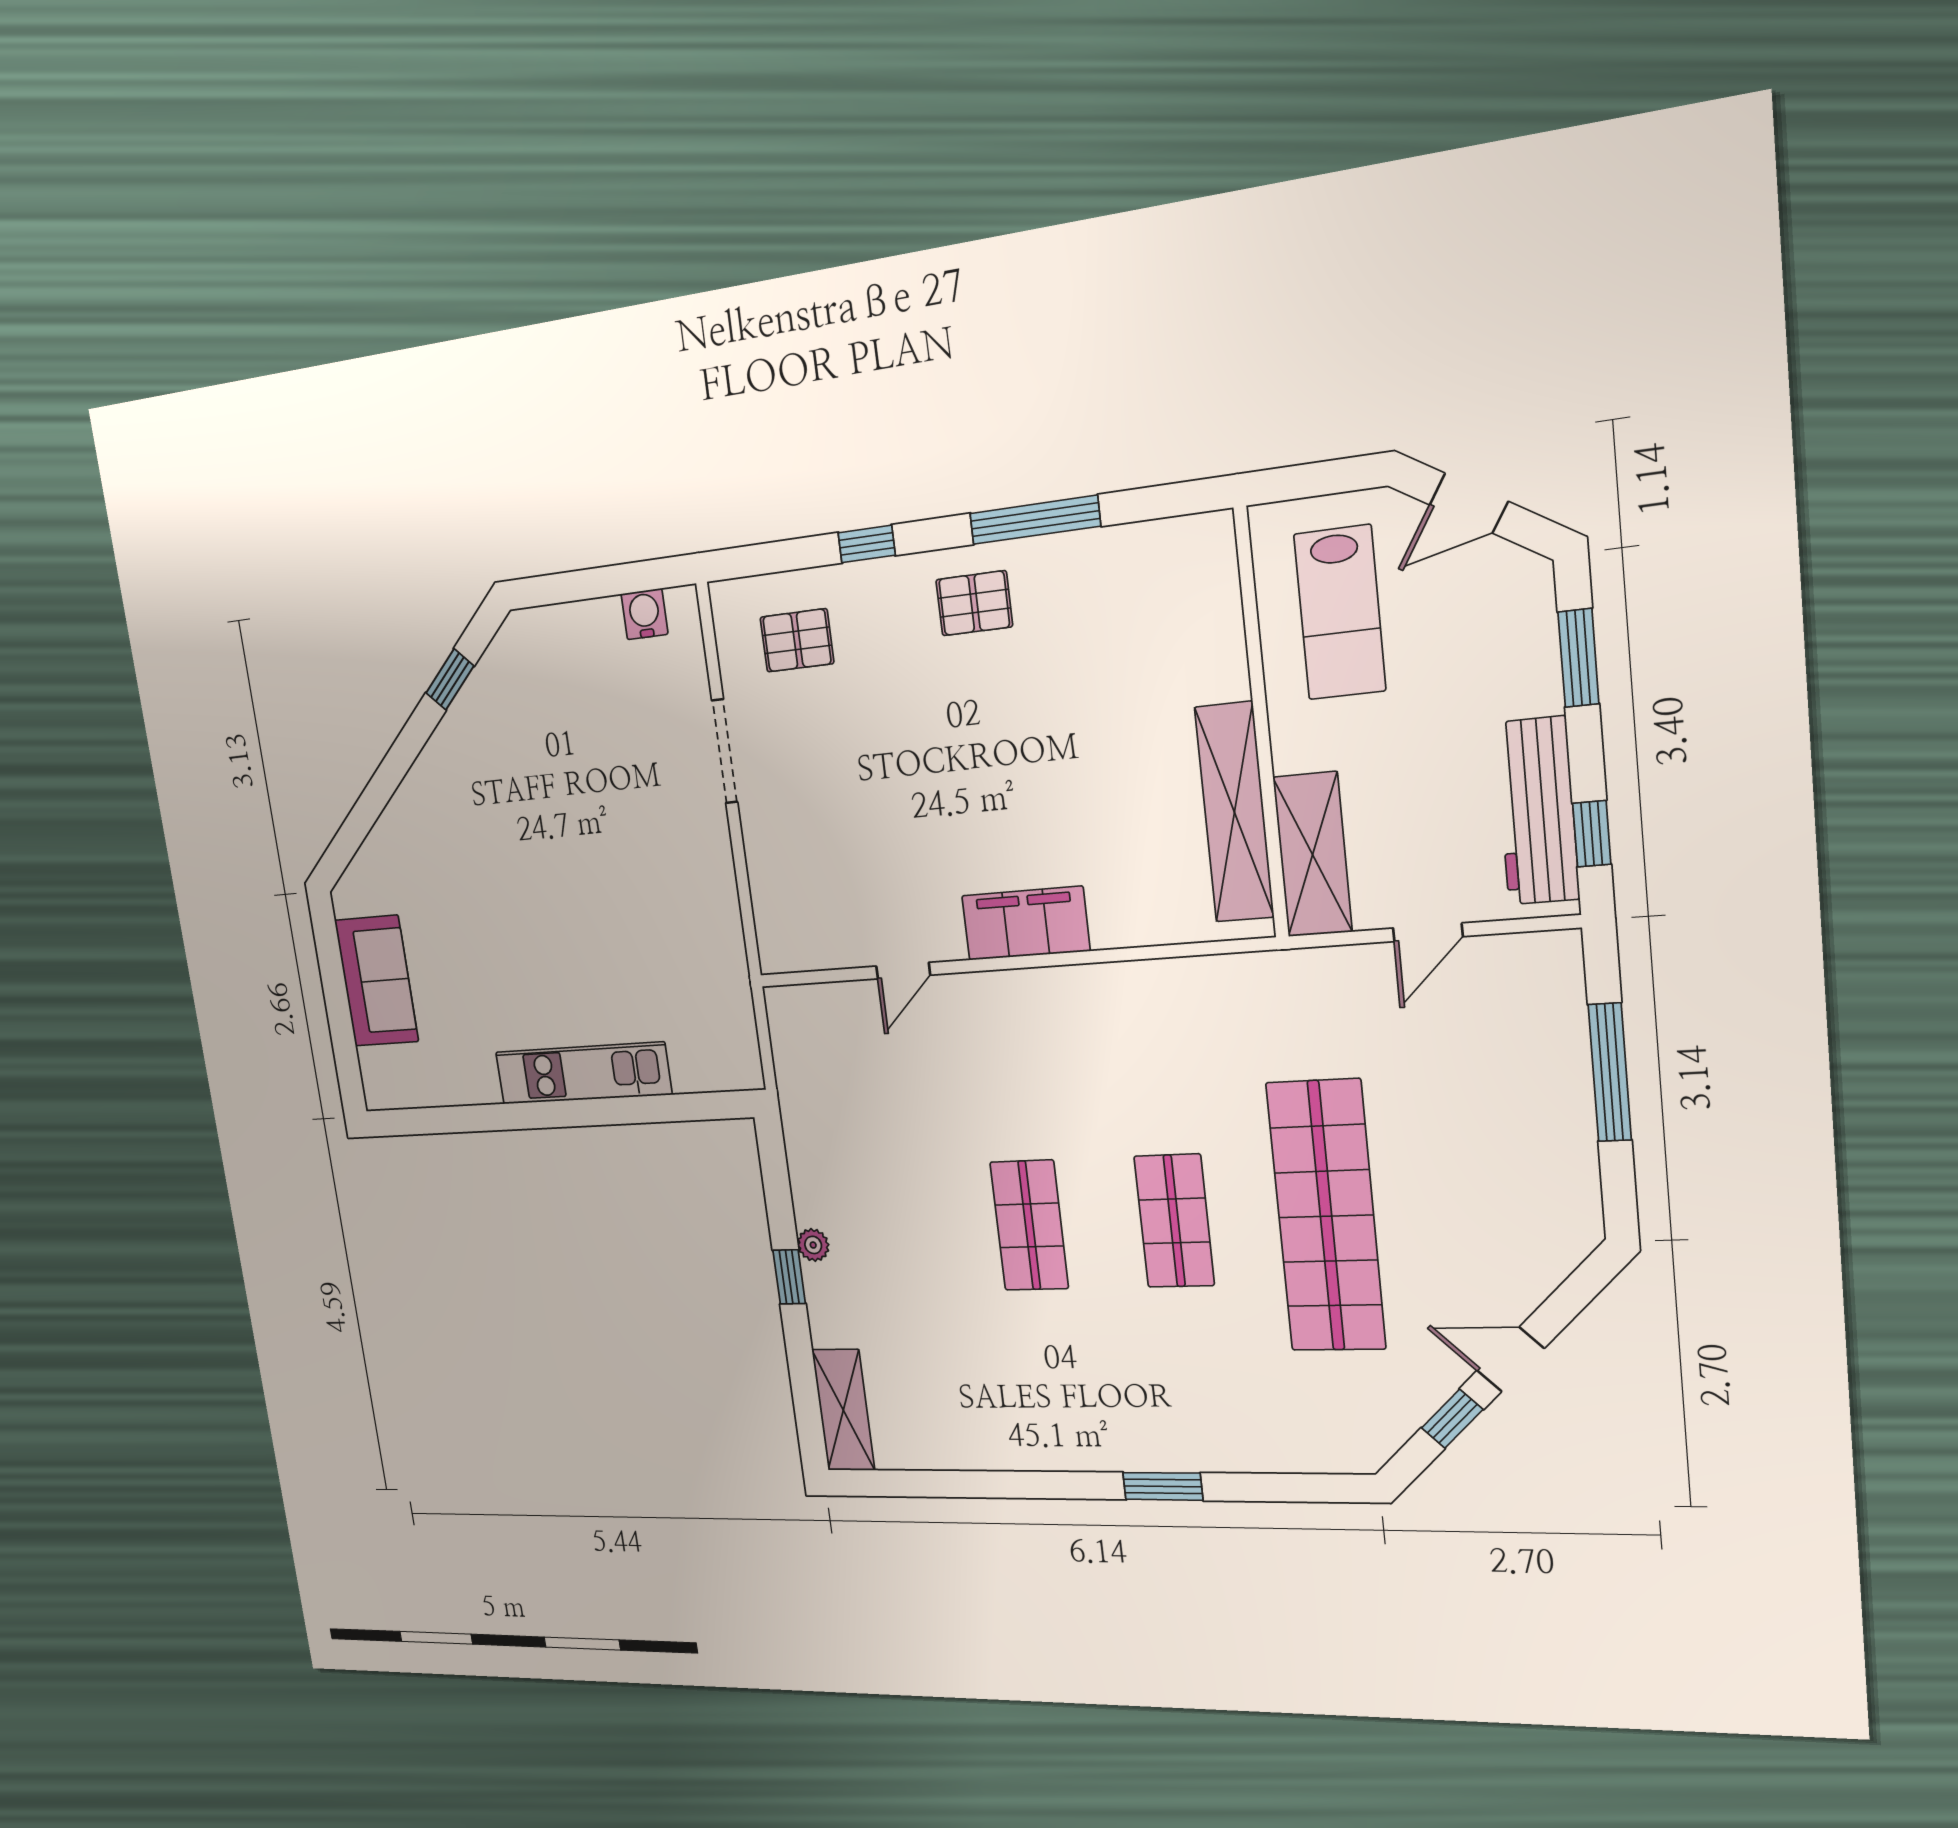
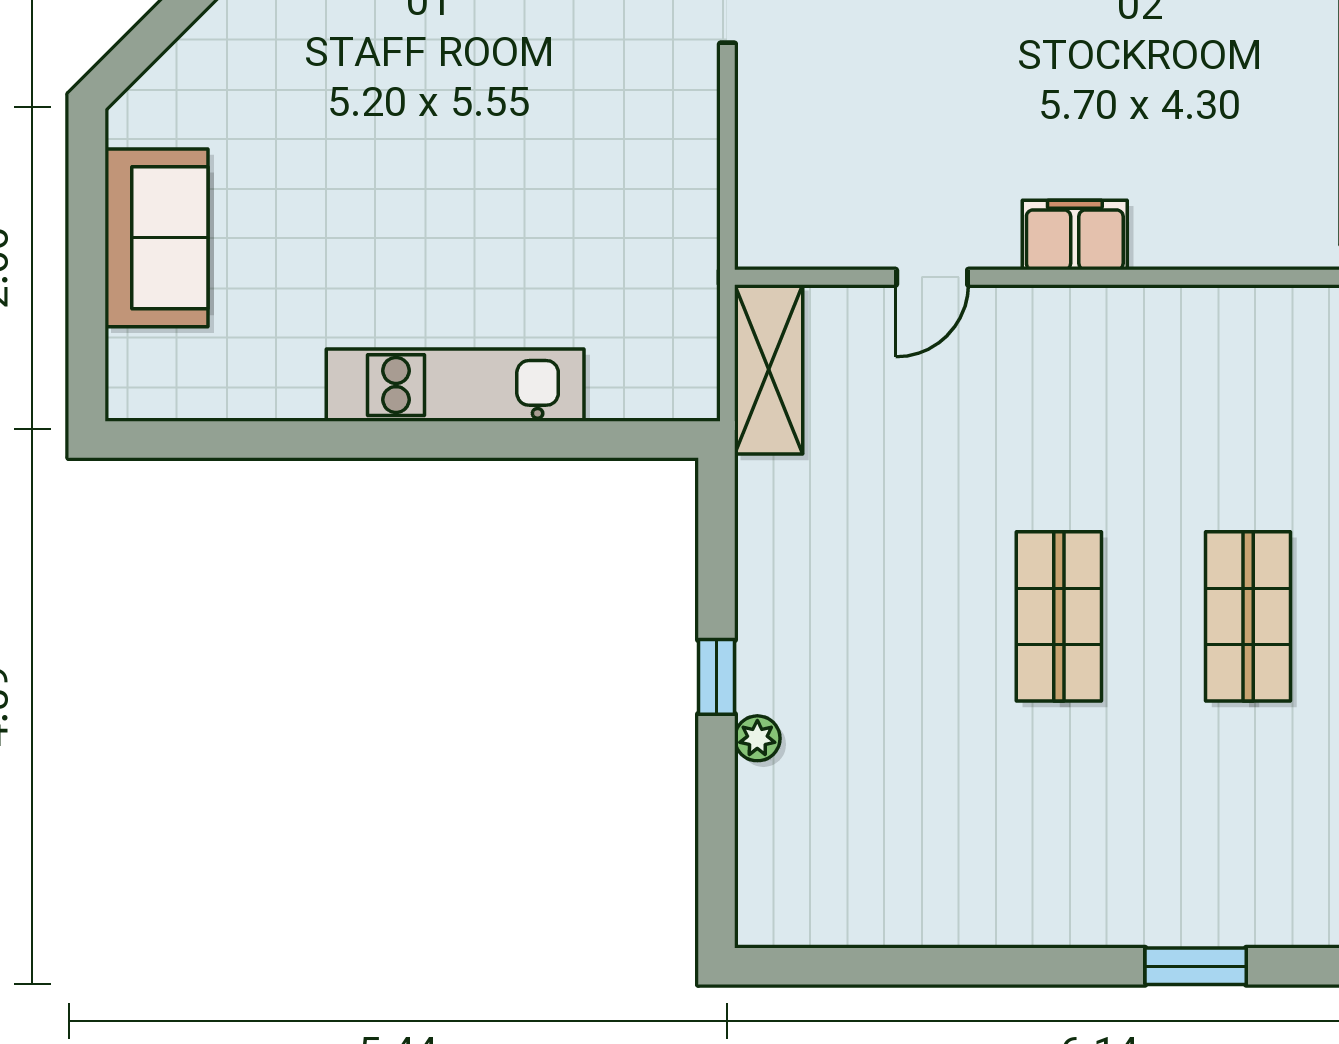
filing cabinet: (1026, 923) -> (1075, 235), width x0.67, depth x0.86
plant: (813, 1245) -> (757, 738), moved
shelving: (843, 1410) -> (769, 369), moved

